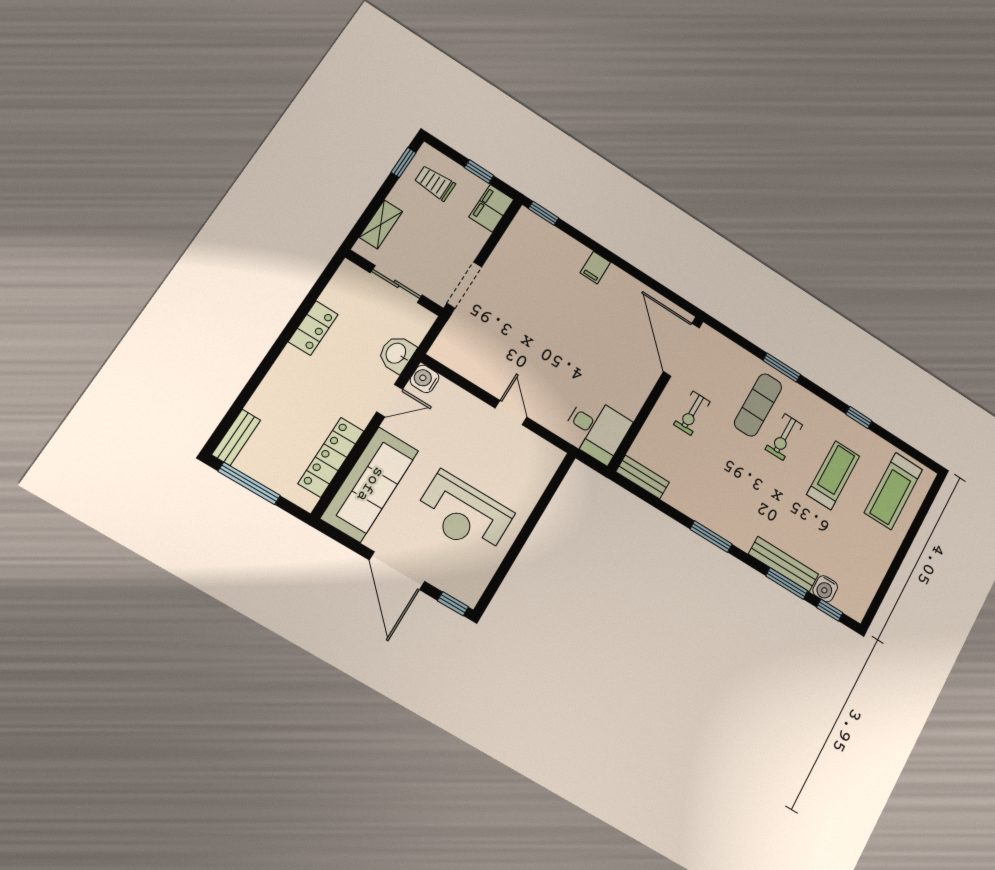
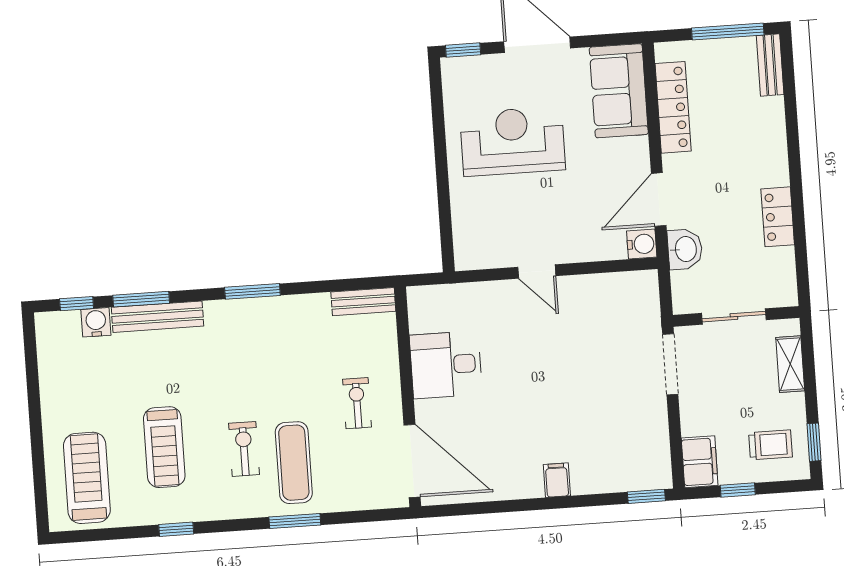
door: (390, 401) -> (659, 199), width x1.38
desk: (596, 429) -> (446, 365), moved
sofa: (370, 484) -> (619, 91), width x0.73

